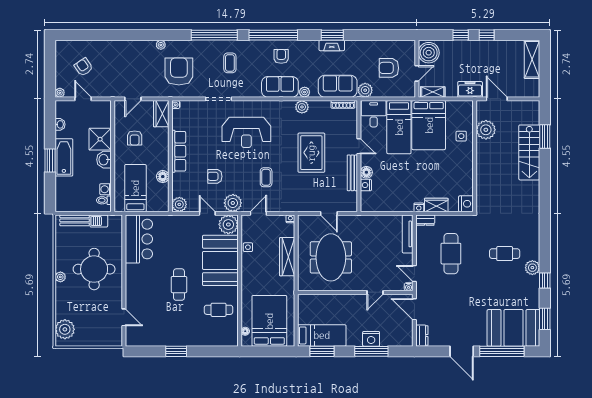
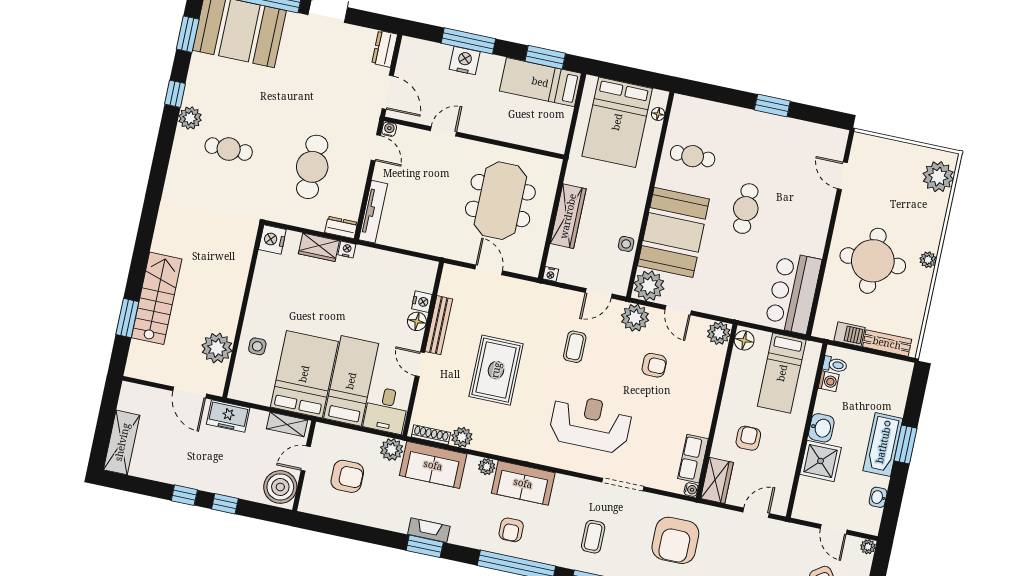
plant: (302, 107) -> (462, 437), moved
armchair: (135, 138) -> (748, 438), moved
row of seats: (179, 151) -> (693, 459), moved, width x0.68
floor lamp: (163, 177) -> (744, 340), moved

